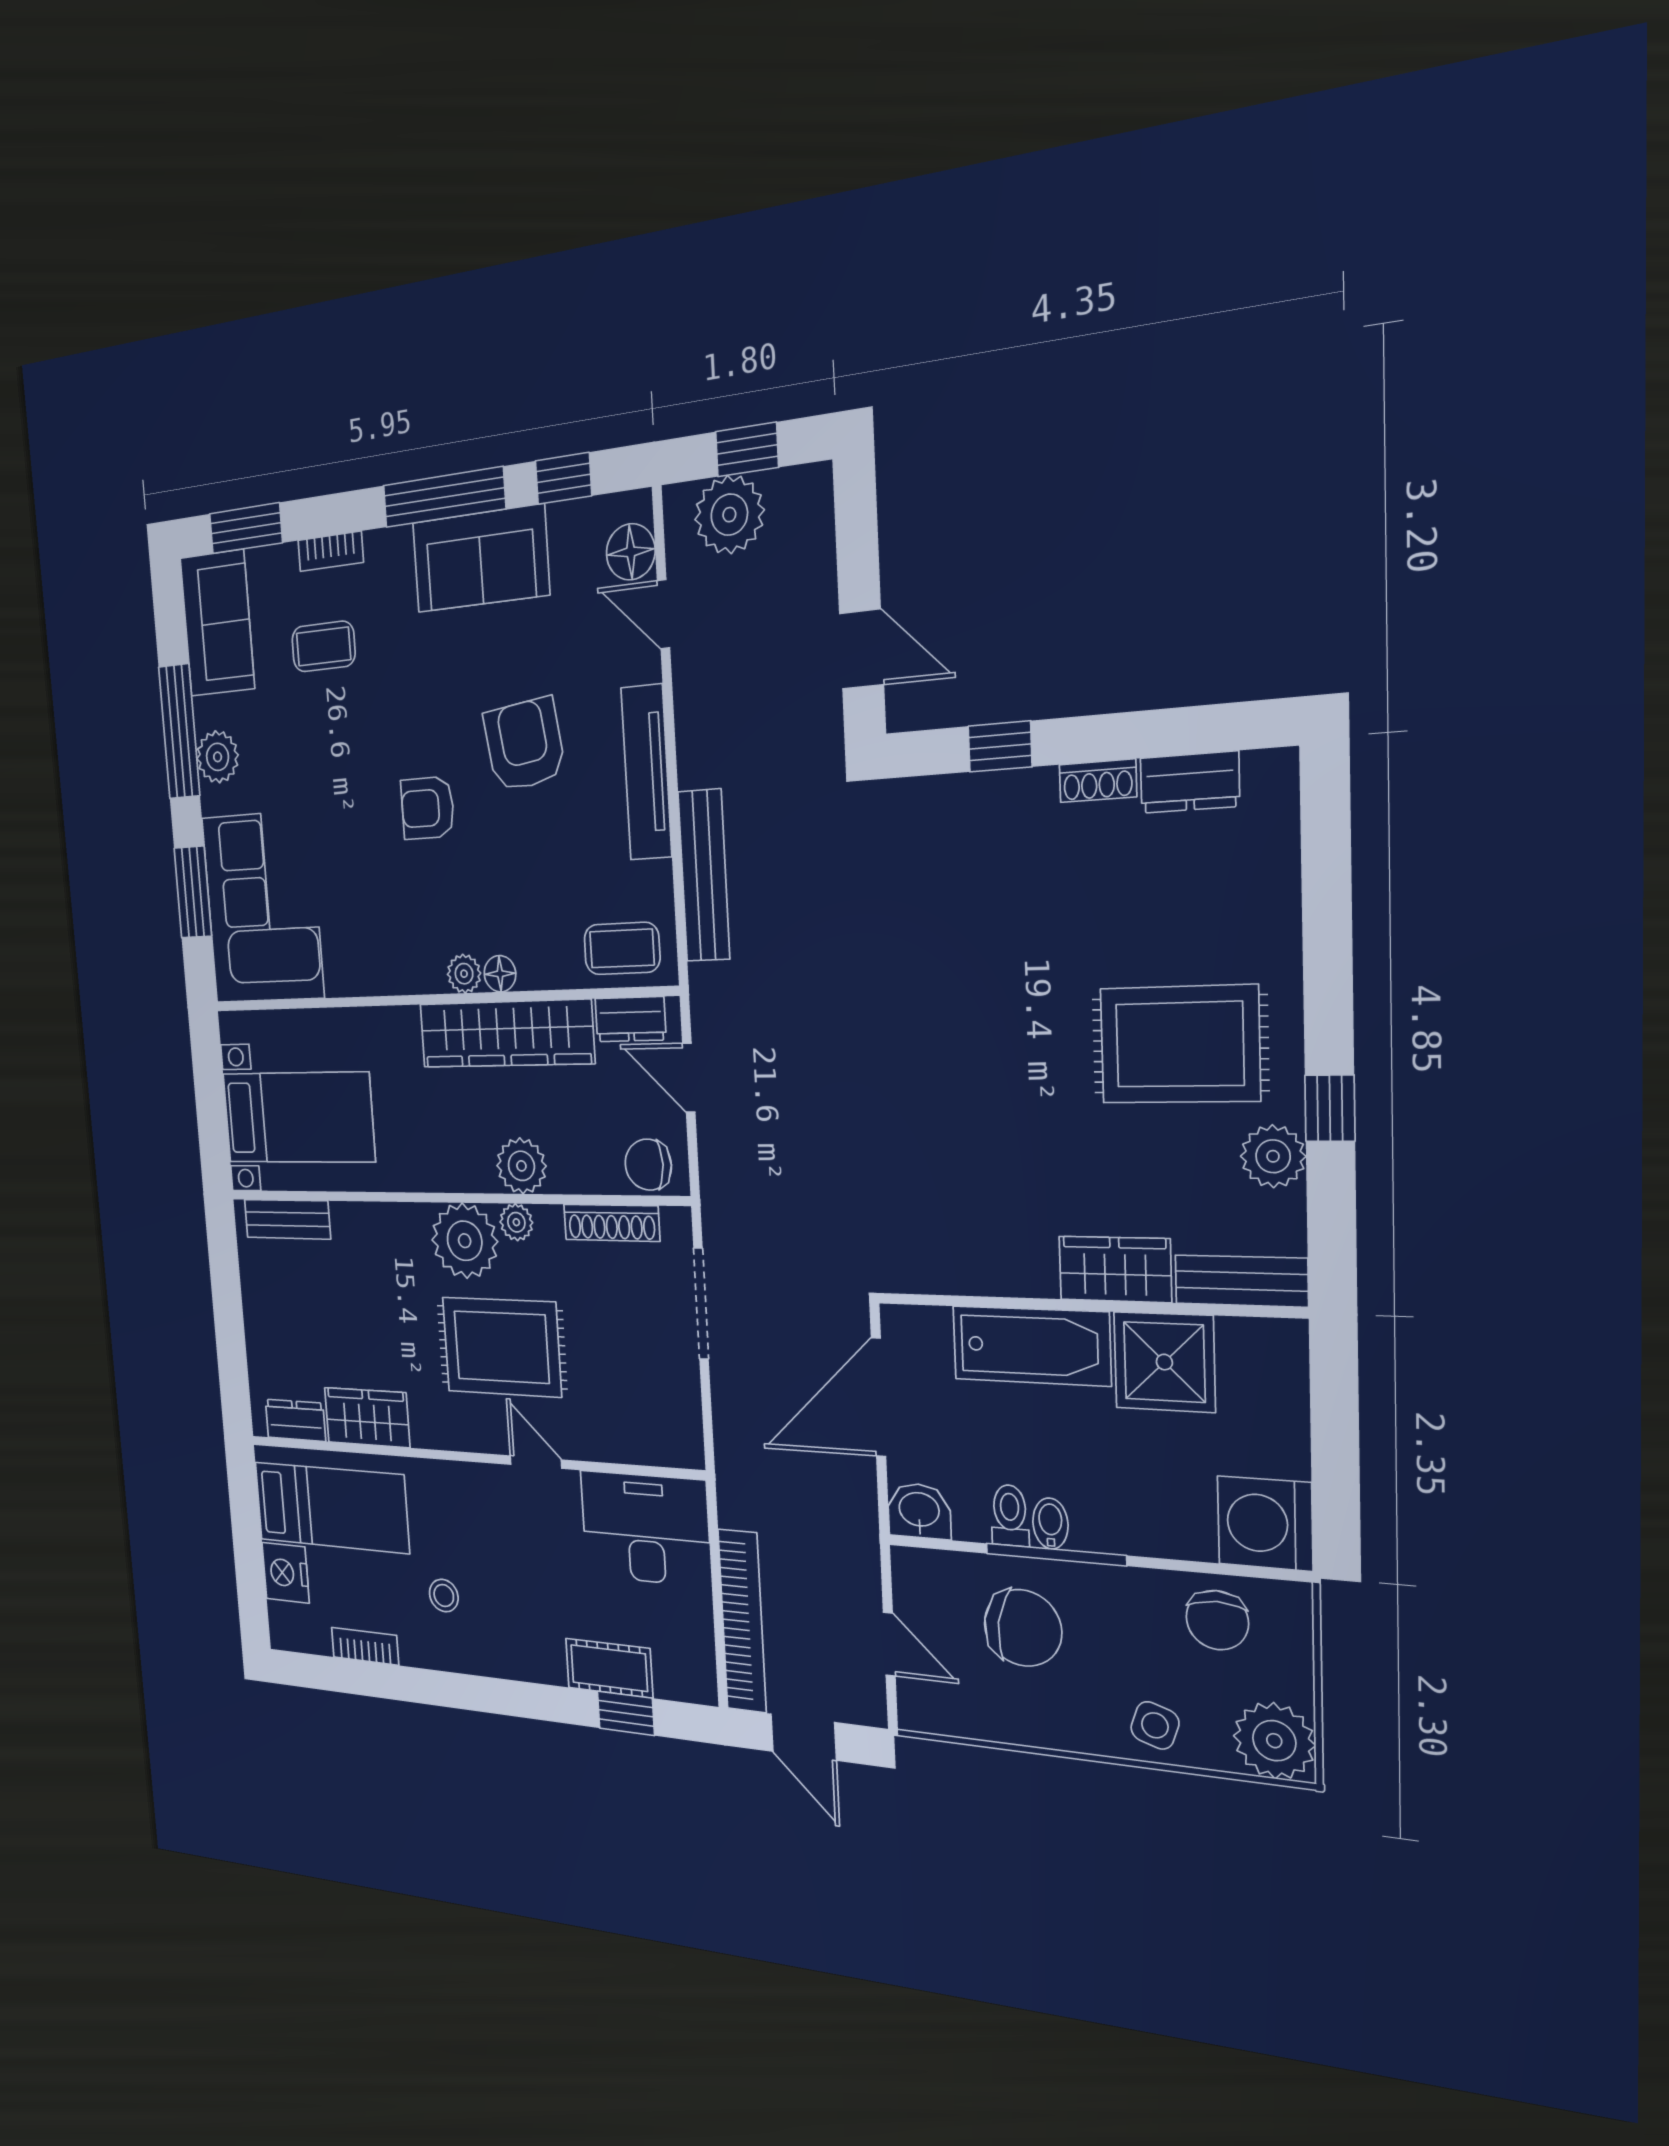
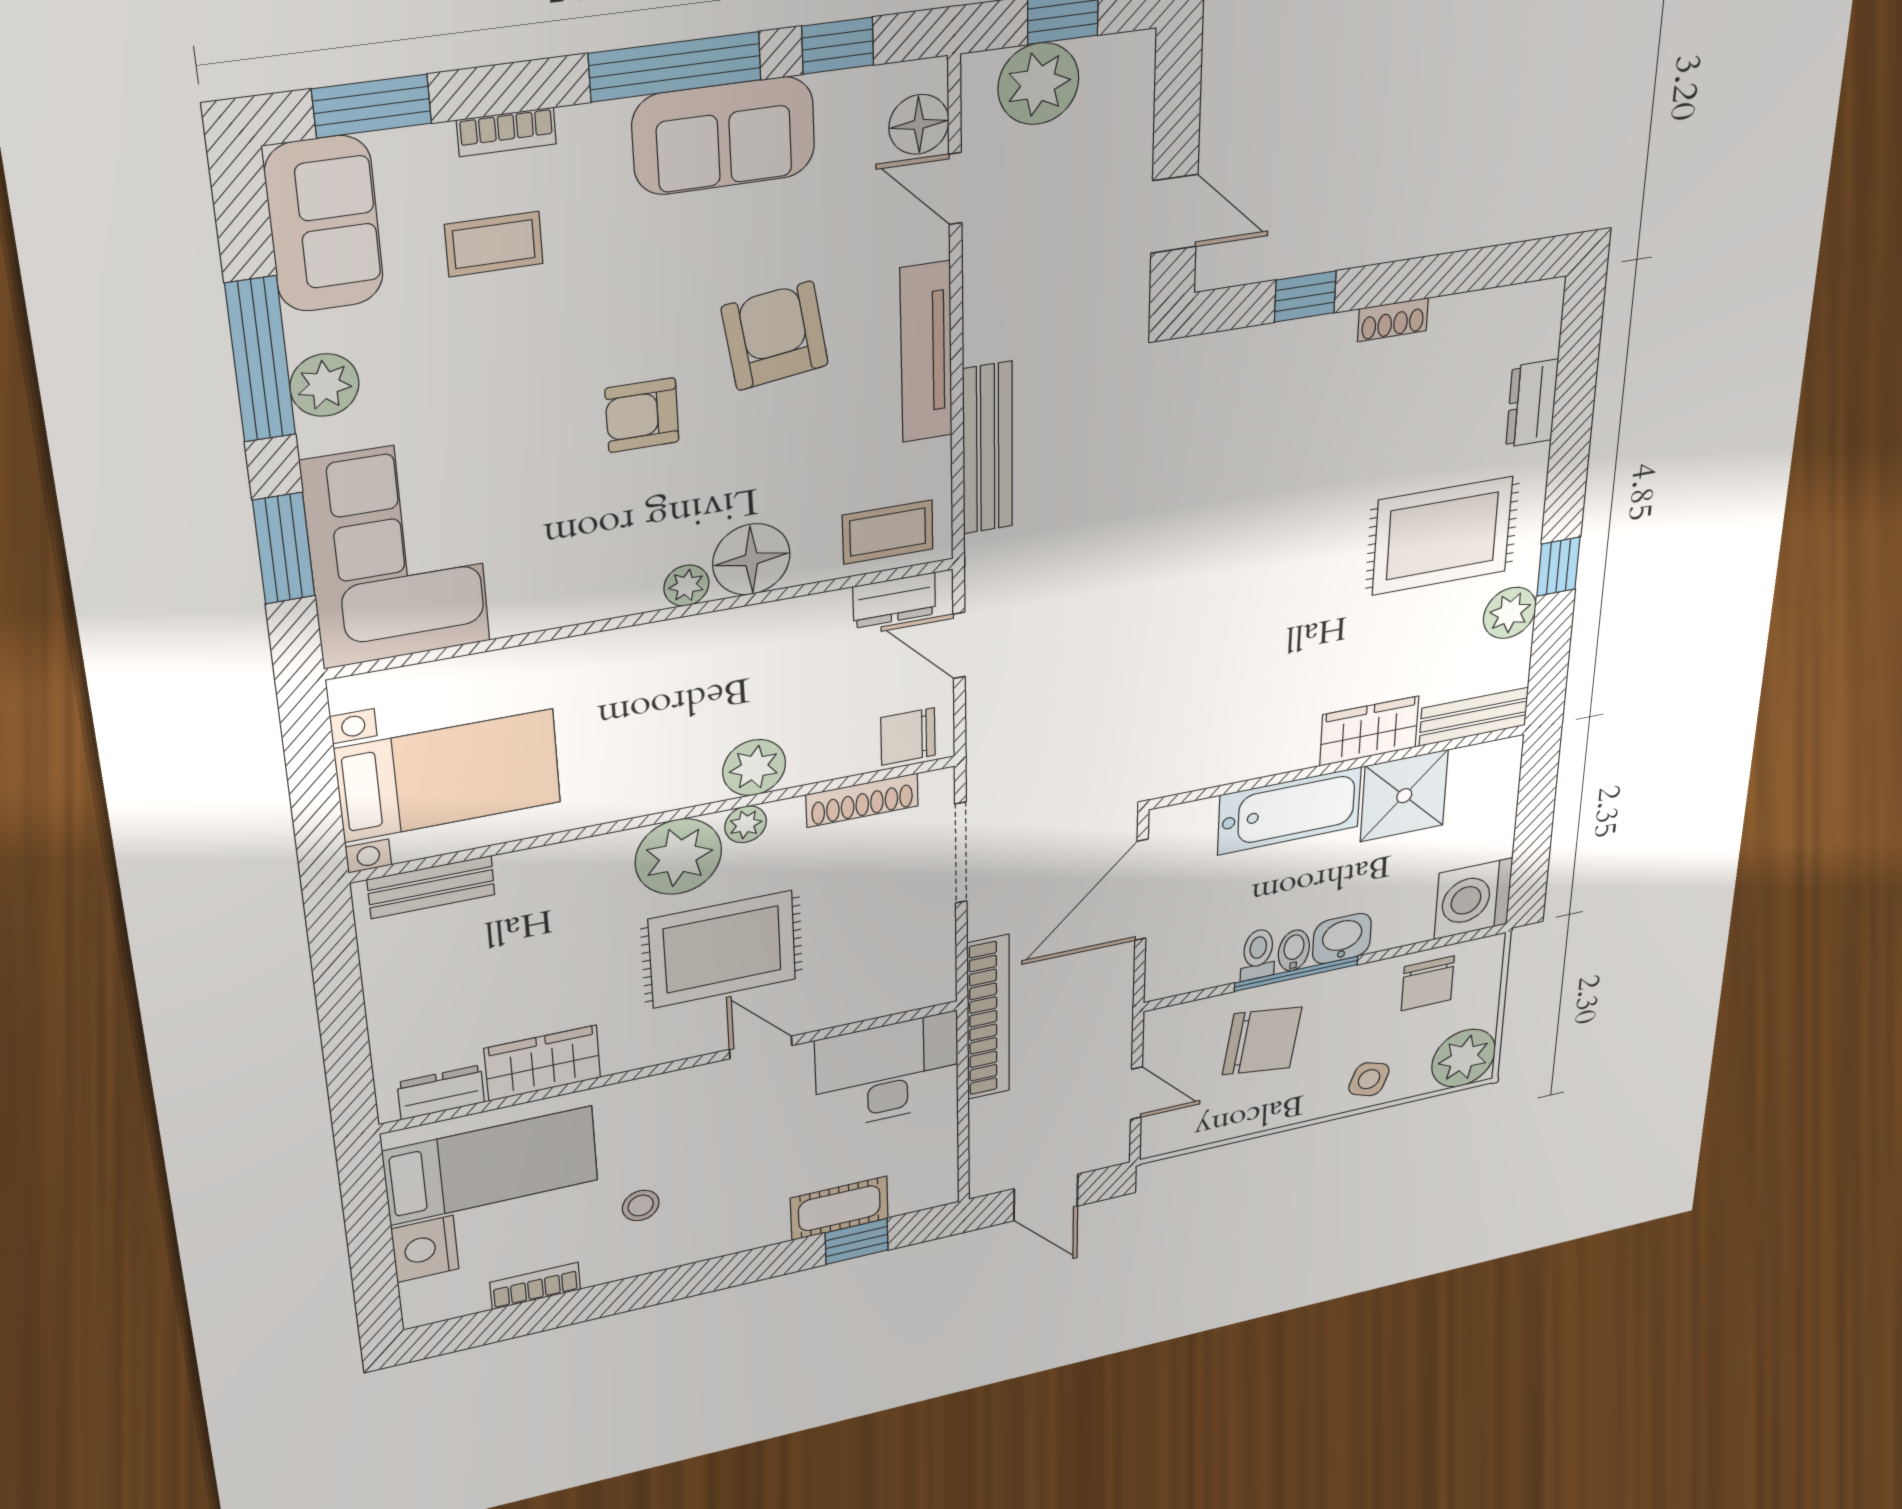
dresser: (1190, 782) -> (1532, 403), moved, turned 90
floor lamp: (500, 974) -> (751, 559), width x1.89, depth x1.89
wardrobe: (506, 1034) -> (740, 639), removed
washbasin: (919, 1511) -> (1342, 939), moved
bookcase: (742, 1621) -> (988, 1018), moved

